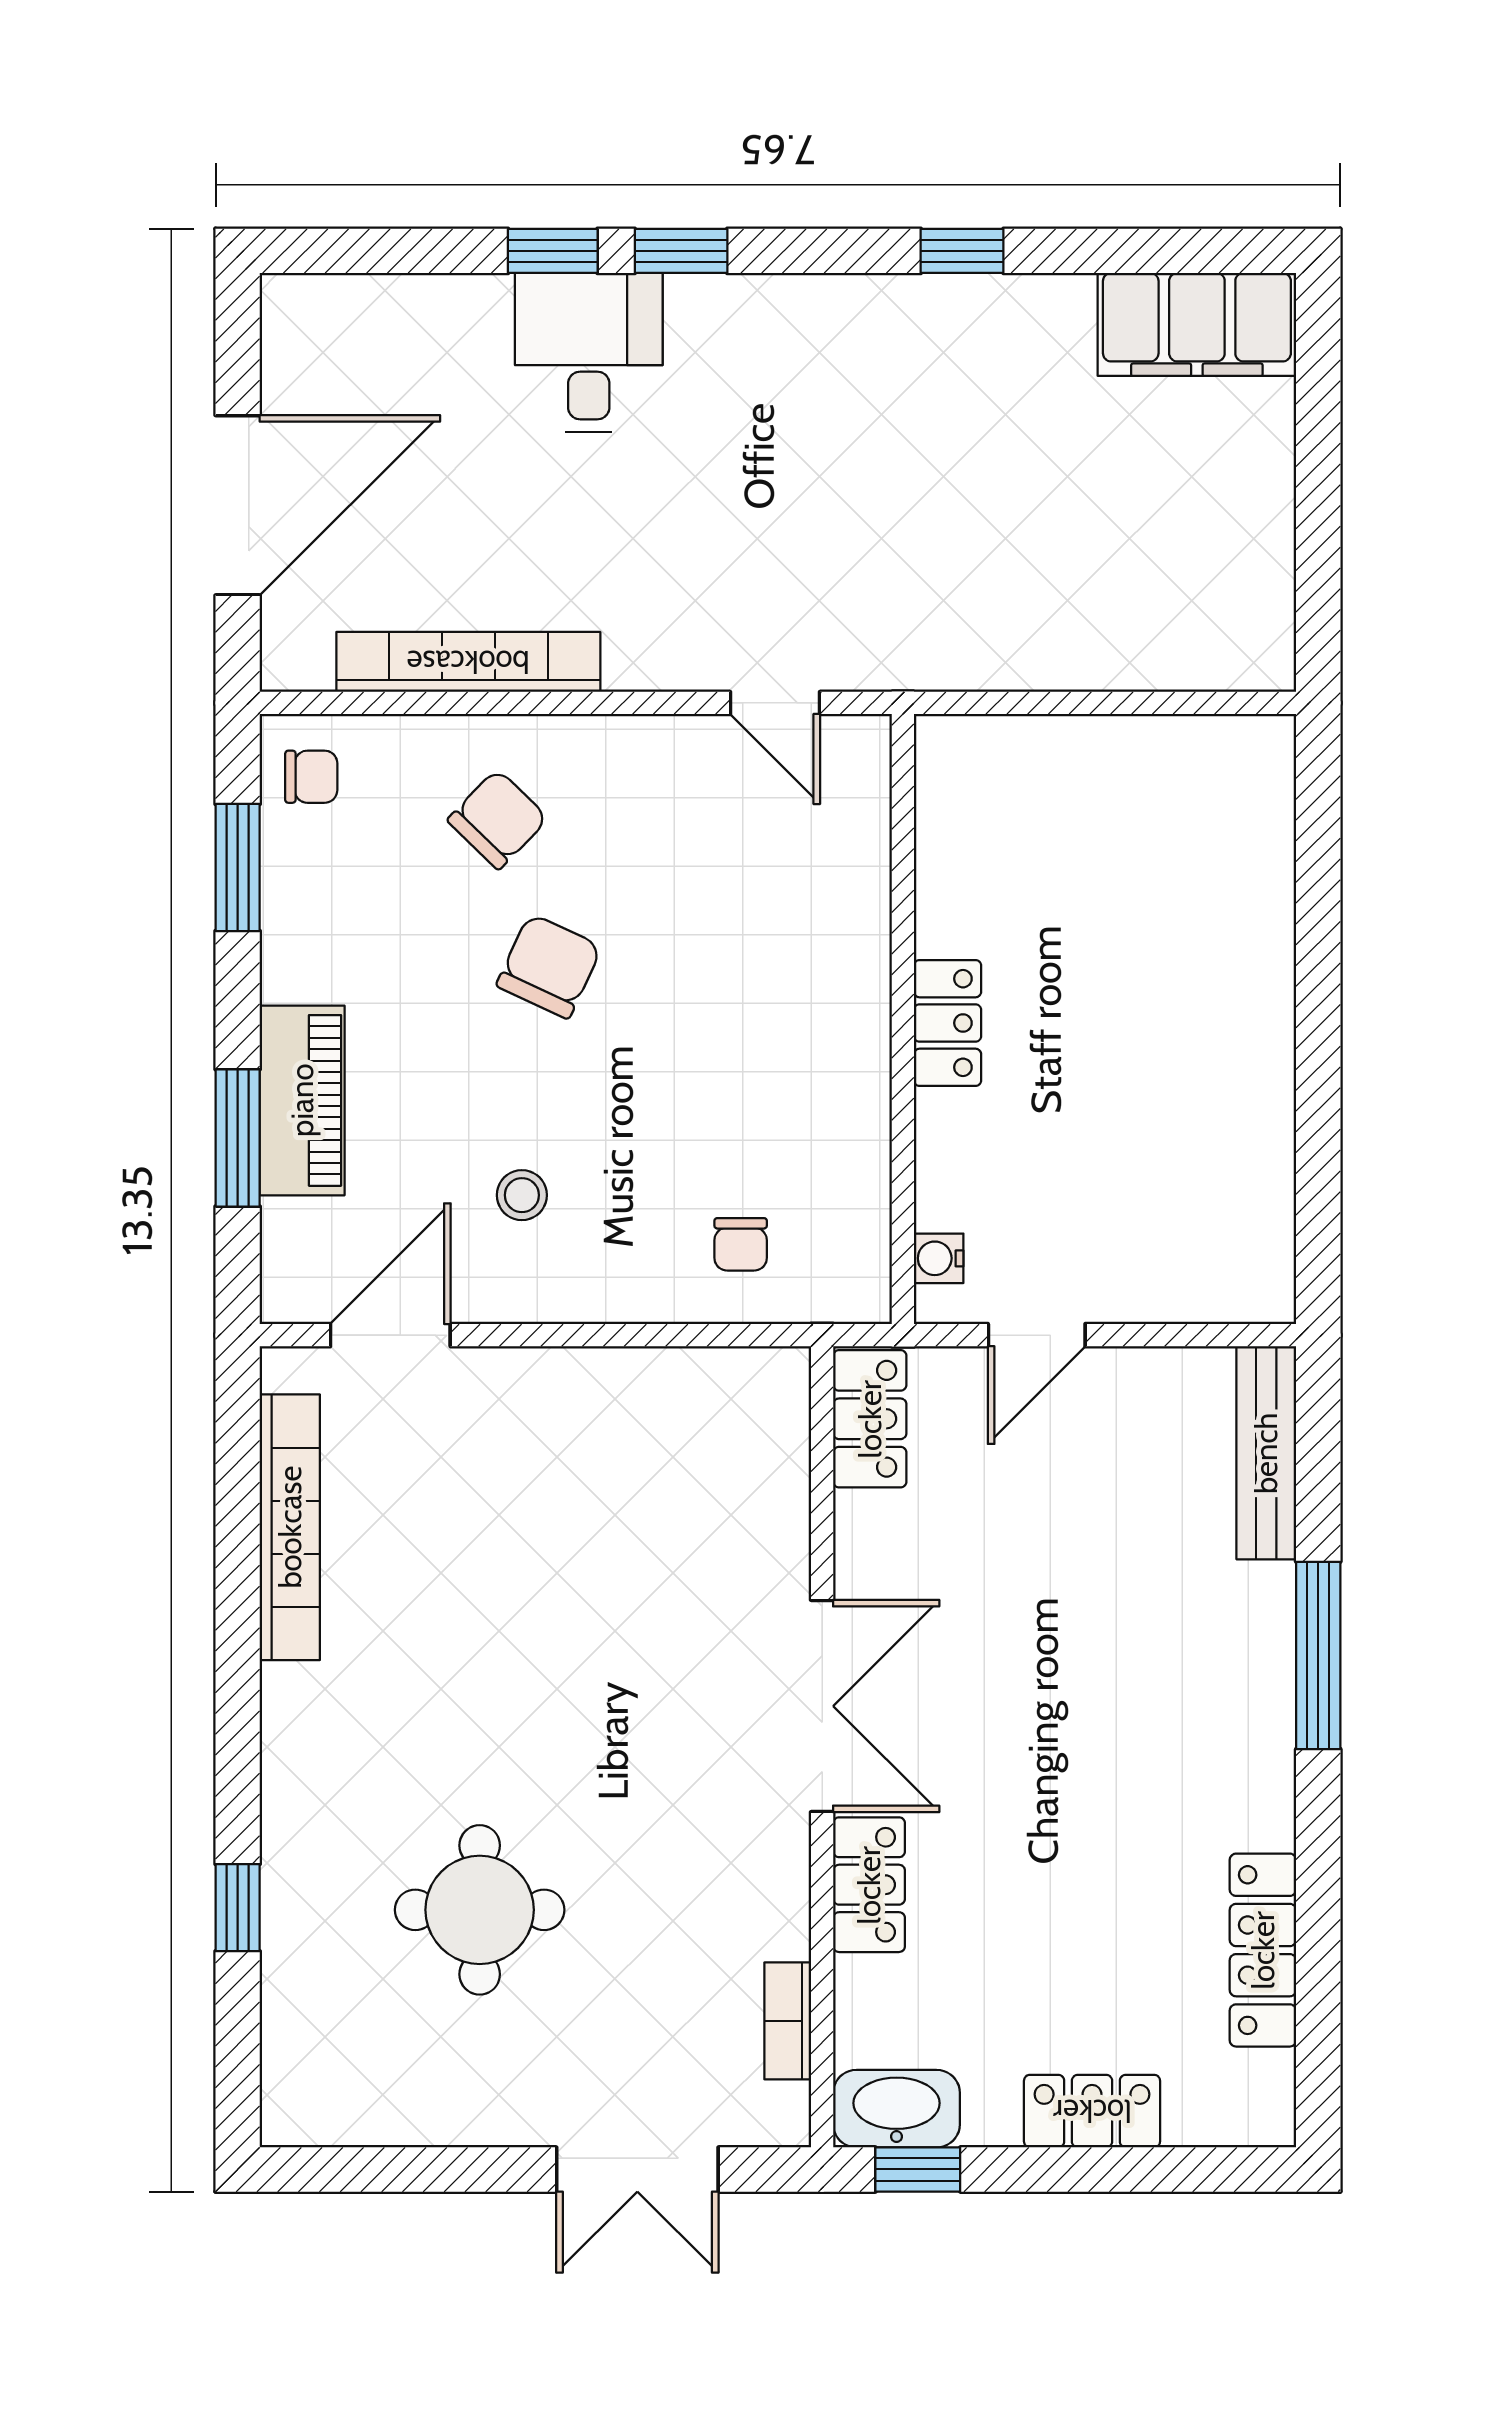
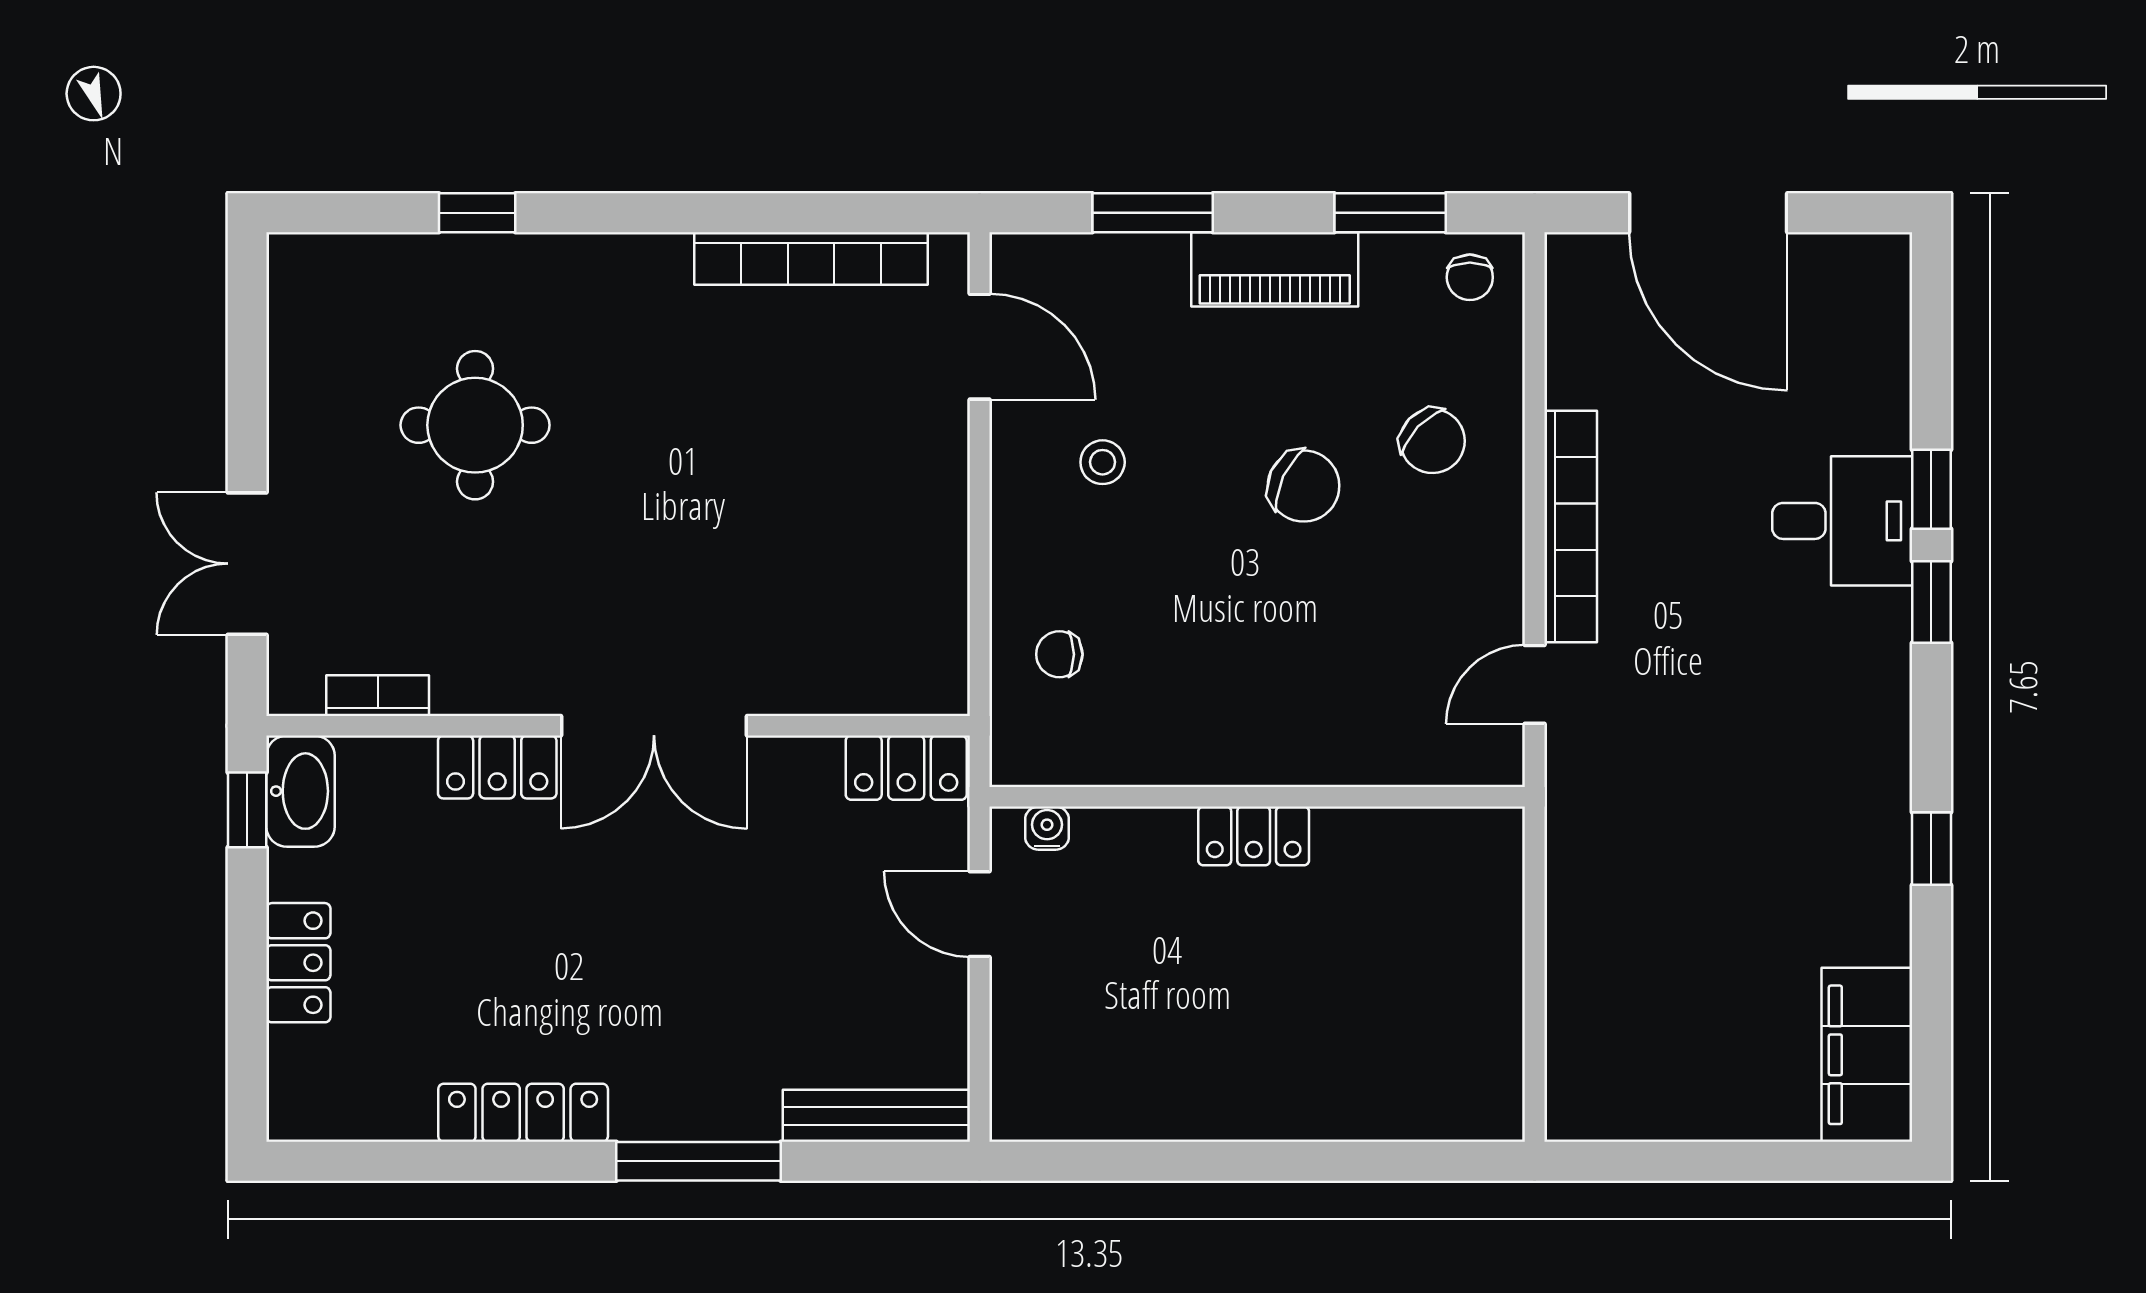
bookcase: (468, 662) -> (1571, 527), moved
piano: (302, 1100) -> (1275, 269), moved
locker: (1263, 1950) -> (523, 1113), moved

